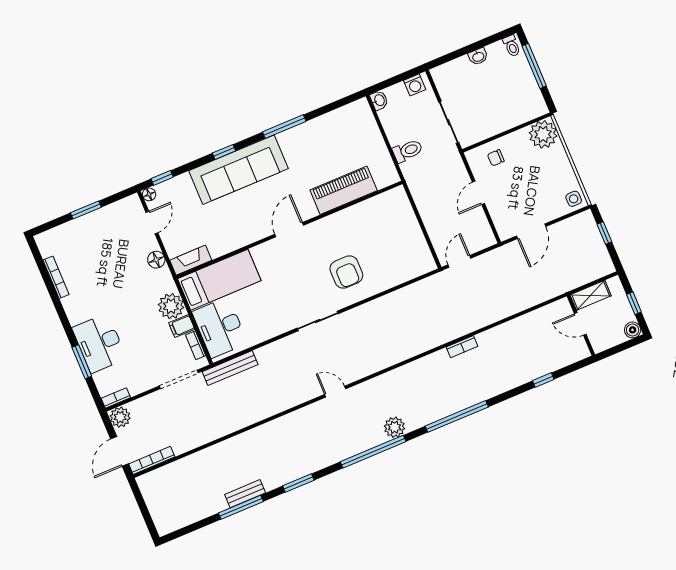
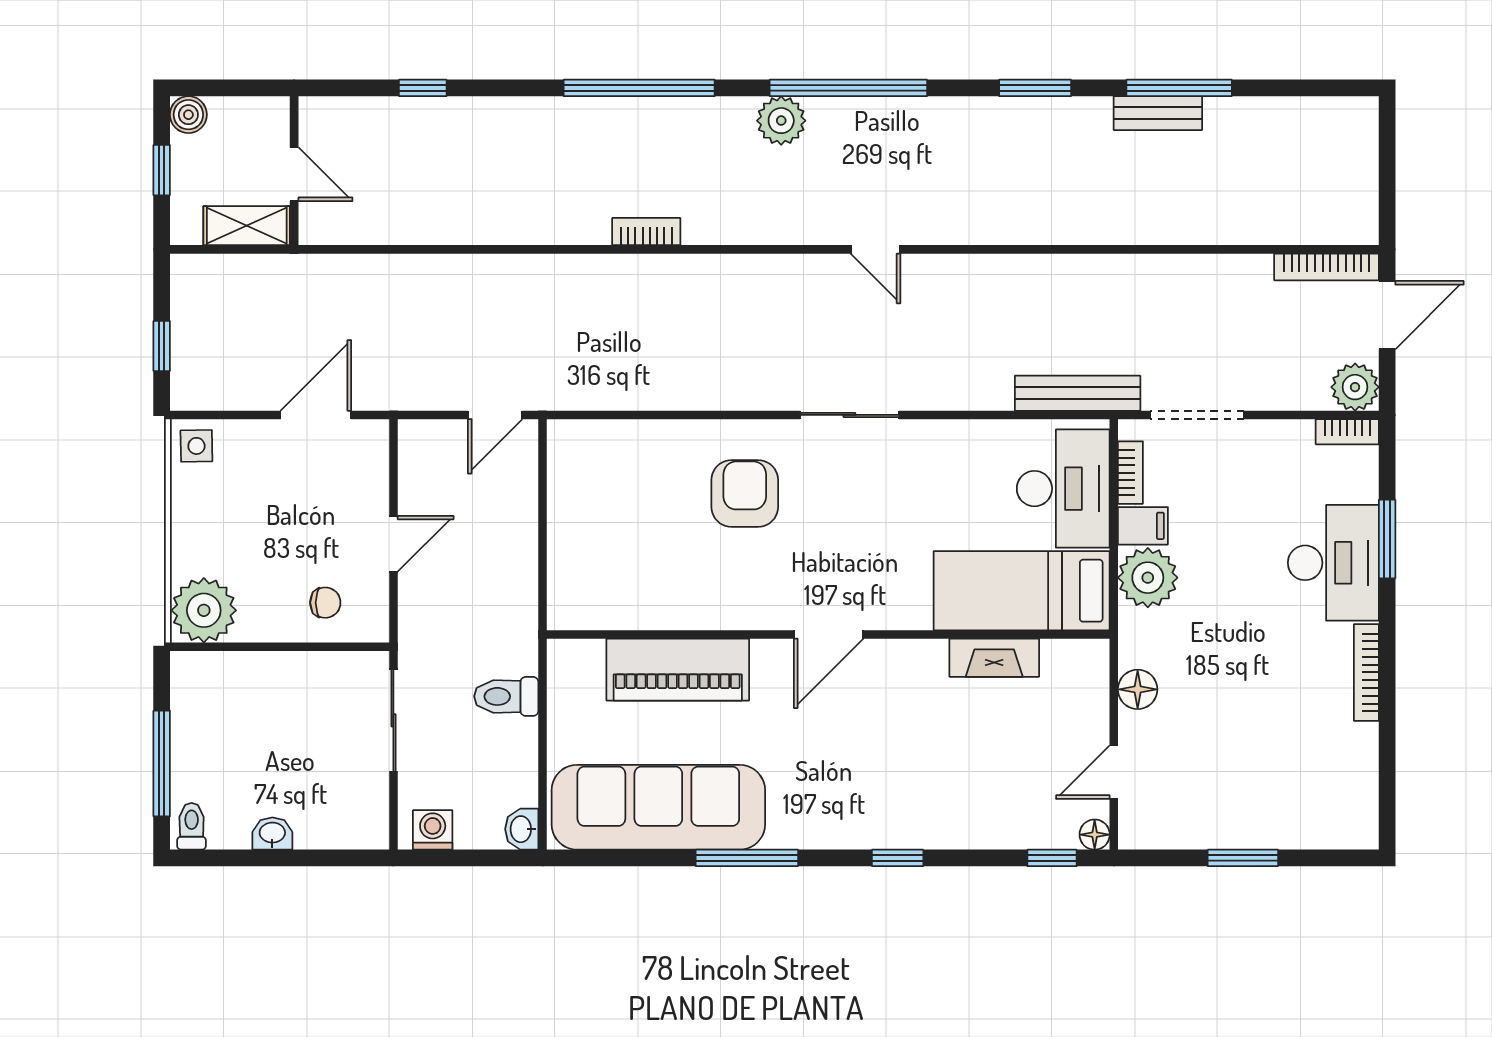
sofa: (238, 170) -> (658, 807), moved
fireplace: (191, 260) -> (994, 658), moved
bookcase: (56, 277) -> (1366, 672), moved
bookcase: (462, 347) -> (646, 232), moved

